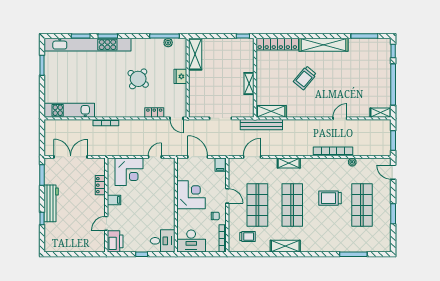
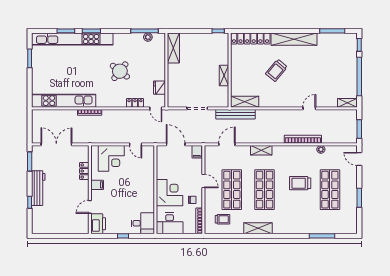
fridge: (180, 76) -> (159, 88), moved
kitchen unit: (69, 110) -> (64, 101), width x1.36
door: (155, 157) -> (136, 144), swing flipped
corner desk: (191, 195) -> (169, 193), moved

